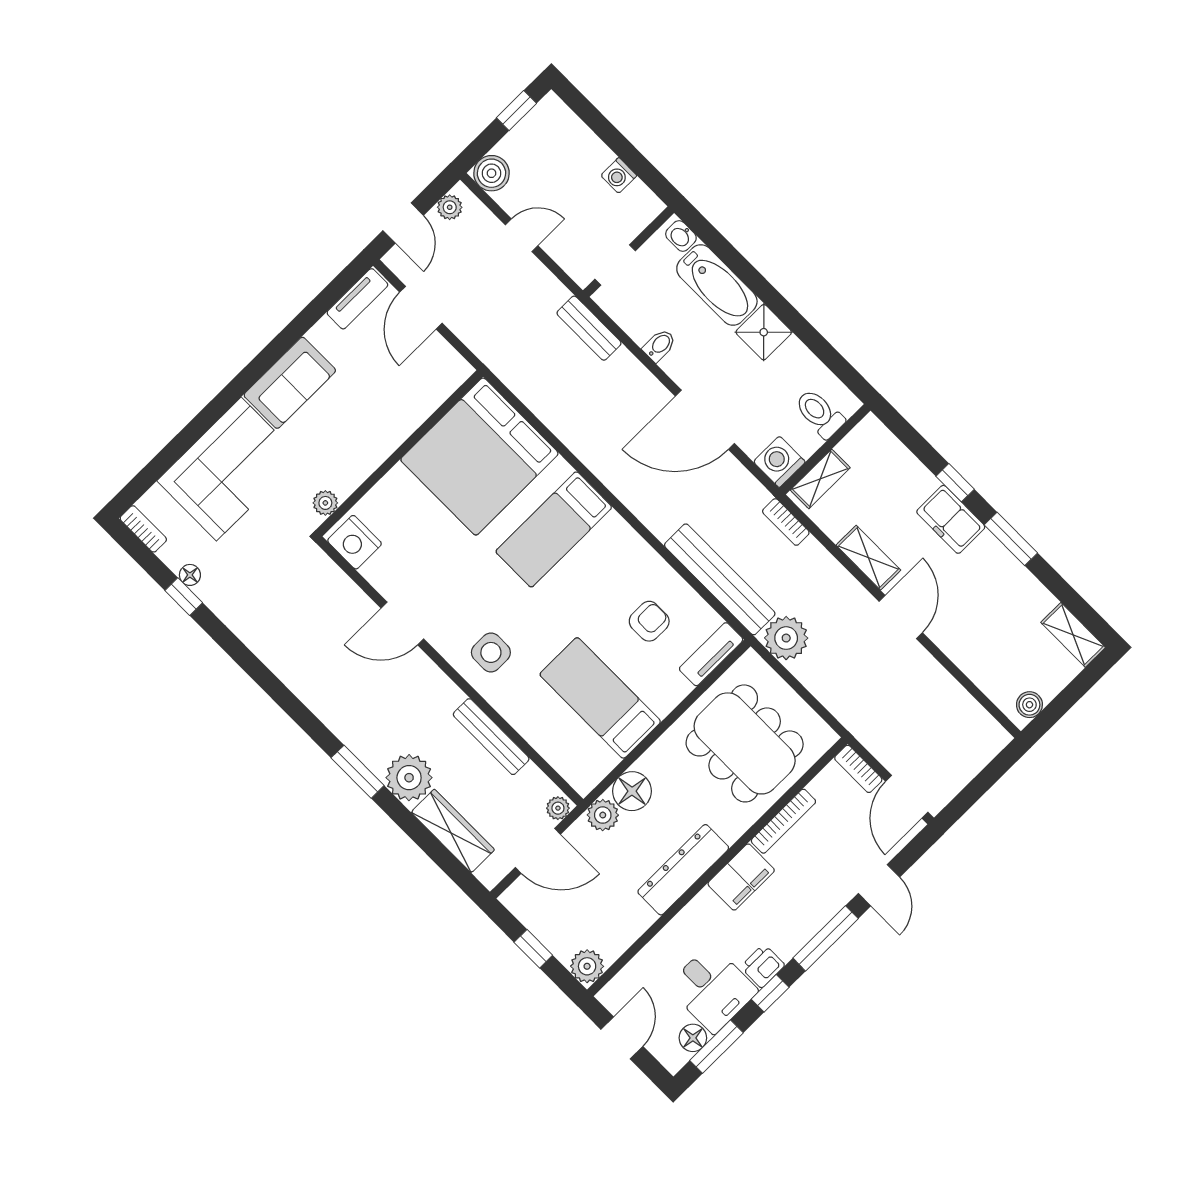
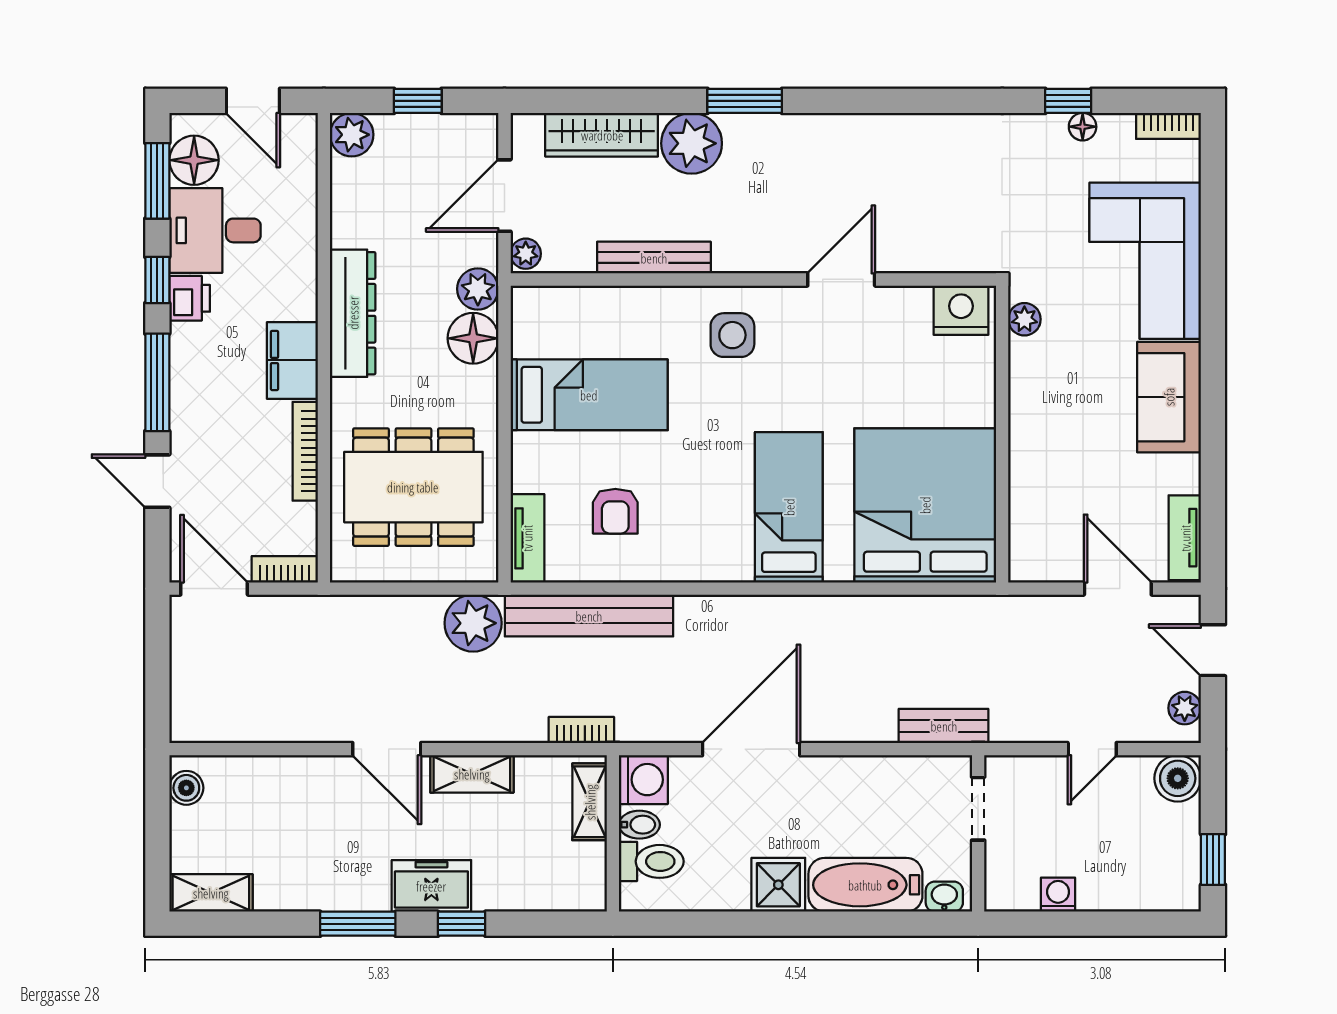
bidet: (659, 345) -> (639, 825), moved, turned -90
floor lamp: (693, 1038) -> (194, 160), width x1.38, depth x1.38

